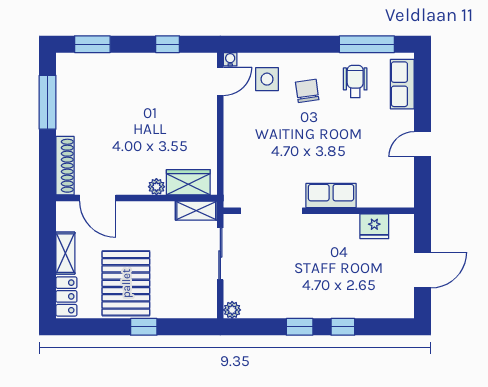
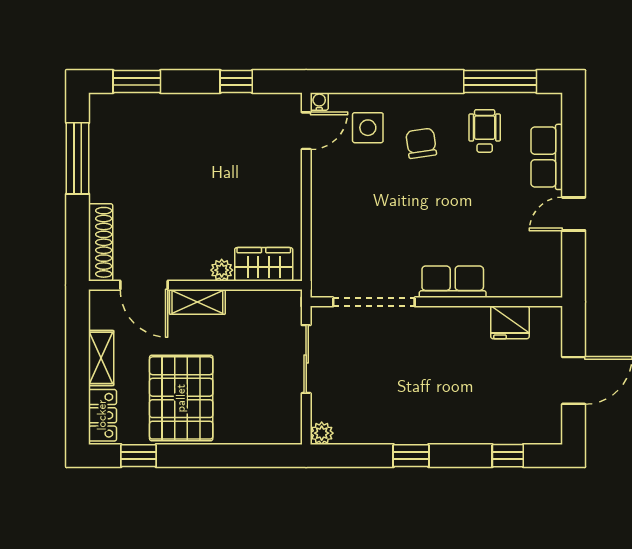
row of seats: (402, 84) -> (547, 157), moved
shelving: (196, 211) -> (197, 302), moved
window: (144, 327) -> (138, 456), moved
window: (343, 327) -> (508, 456), moved

